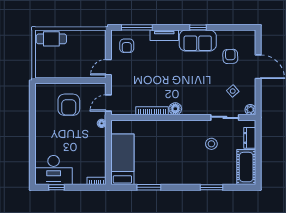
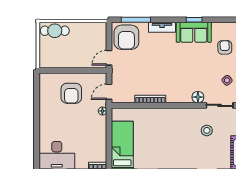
armchair: (127, 46) -> (126, 37), width x1.88, depth x1.88
floor lamp: (175, 109) -> (198, 97), moved

